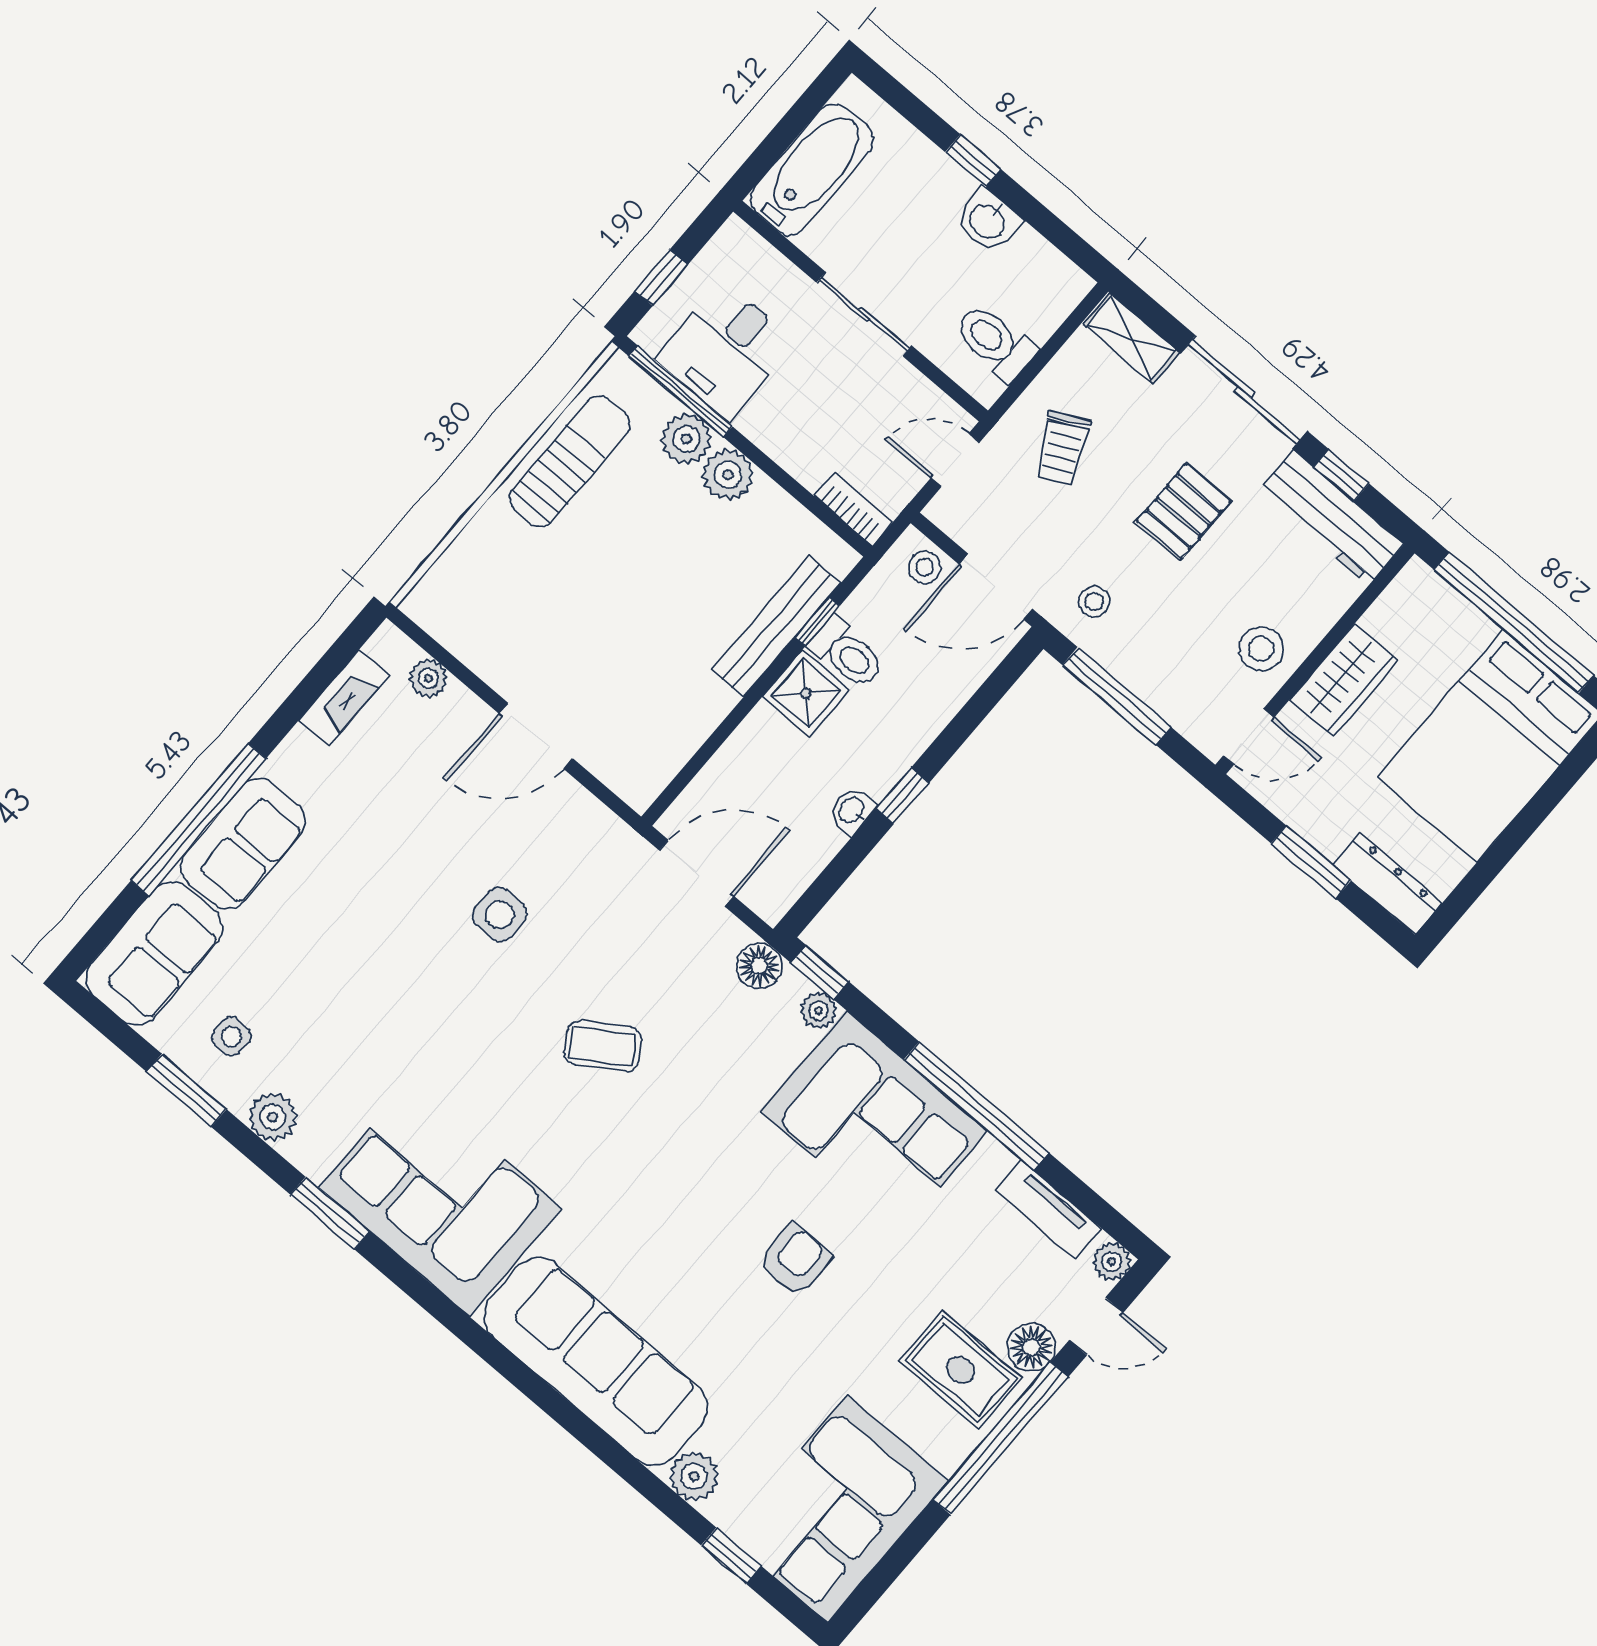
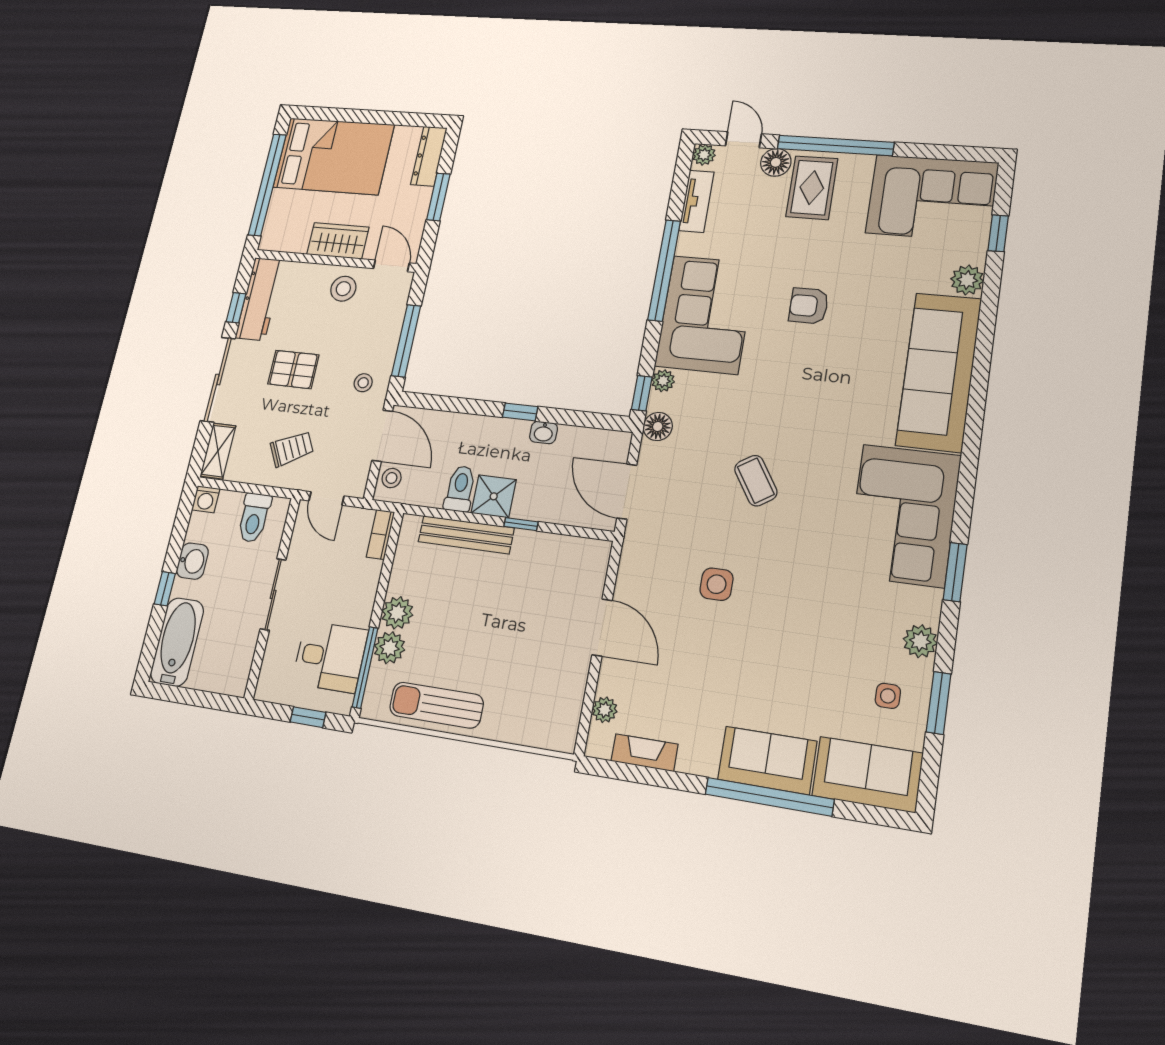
bathtub: (812, 169) -> (177, 642), moved, turned 90
washing machine: (1069, 285) -> (206, 499), added
window: (817, 622) -> (521, 524), moved

